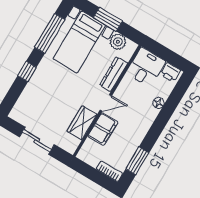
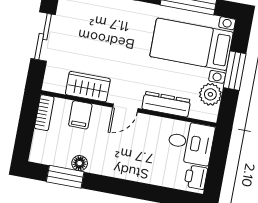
door: (106, 103) -> (125, 108), hinge flipped
floor lamp: (159, 103) -> (80, 163), moved
filing cabinet: (103, 129) -> (80, 115), width x0.50
bookcase: (109, 171) -> (44, 113), moved

